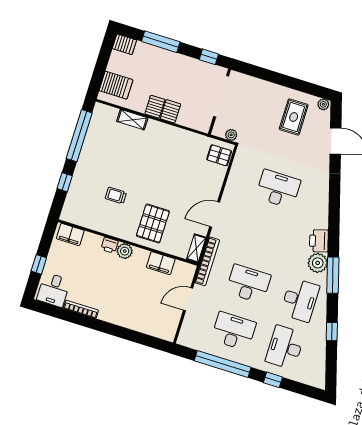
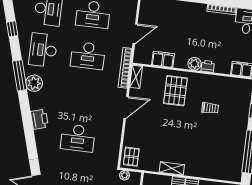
shelving: (132, 120) -> (172, 168), moved
pallet: (219, 155) -> (131, 157), turned 90
printer: (319, 241) -> (39, 119), moved

